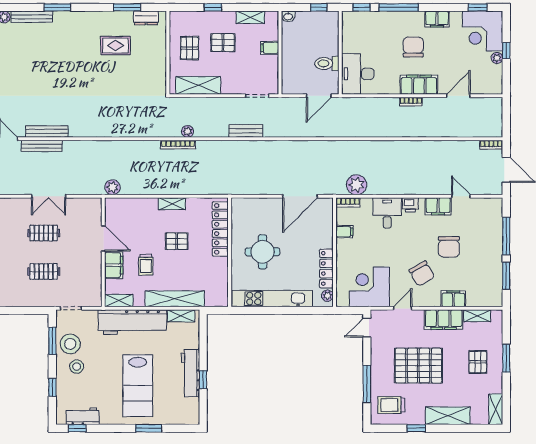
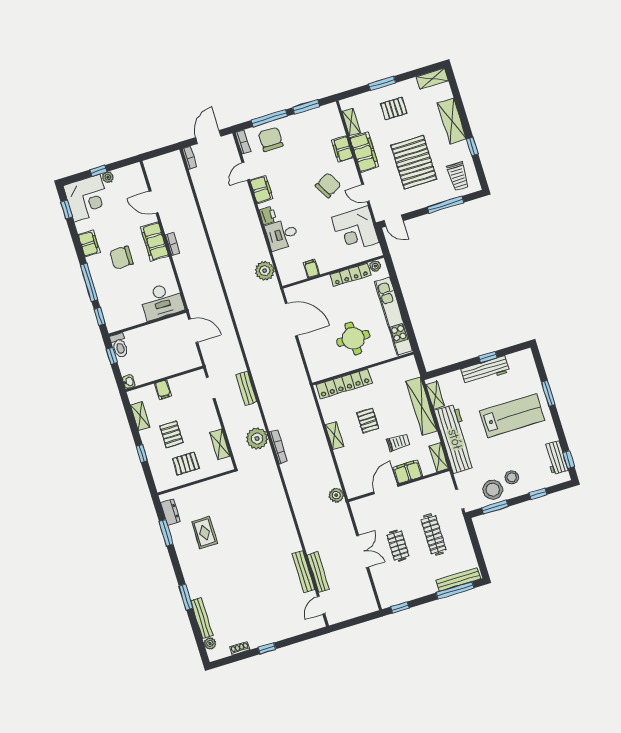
toilet: (327, 63) -> (119, 345), moved
shelving: (198, 85) -> (220, 444), width x0.67, depth x0.75
plant: (187, 131) -> (257, 438), width x1.87, depth x1.87
bookcase: (348, 202) -> (243, 142), moved
chair: (449, 247) -> (271, 139), moved, turned -90
clothes rail: (44, 272) -> (433, 535), width x1.36

